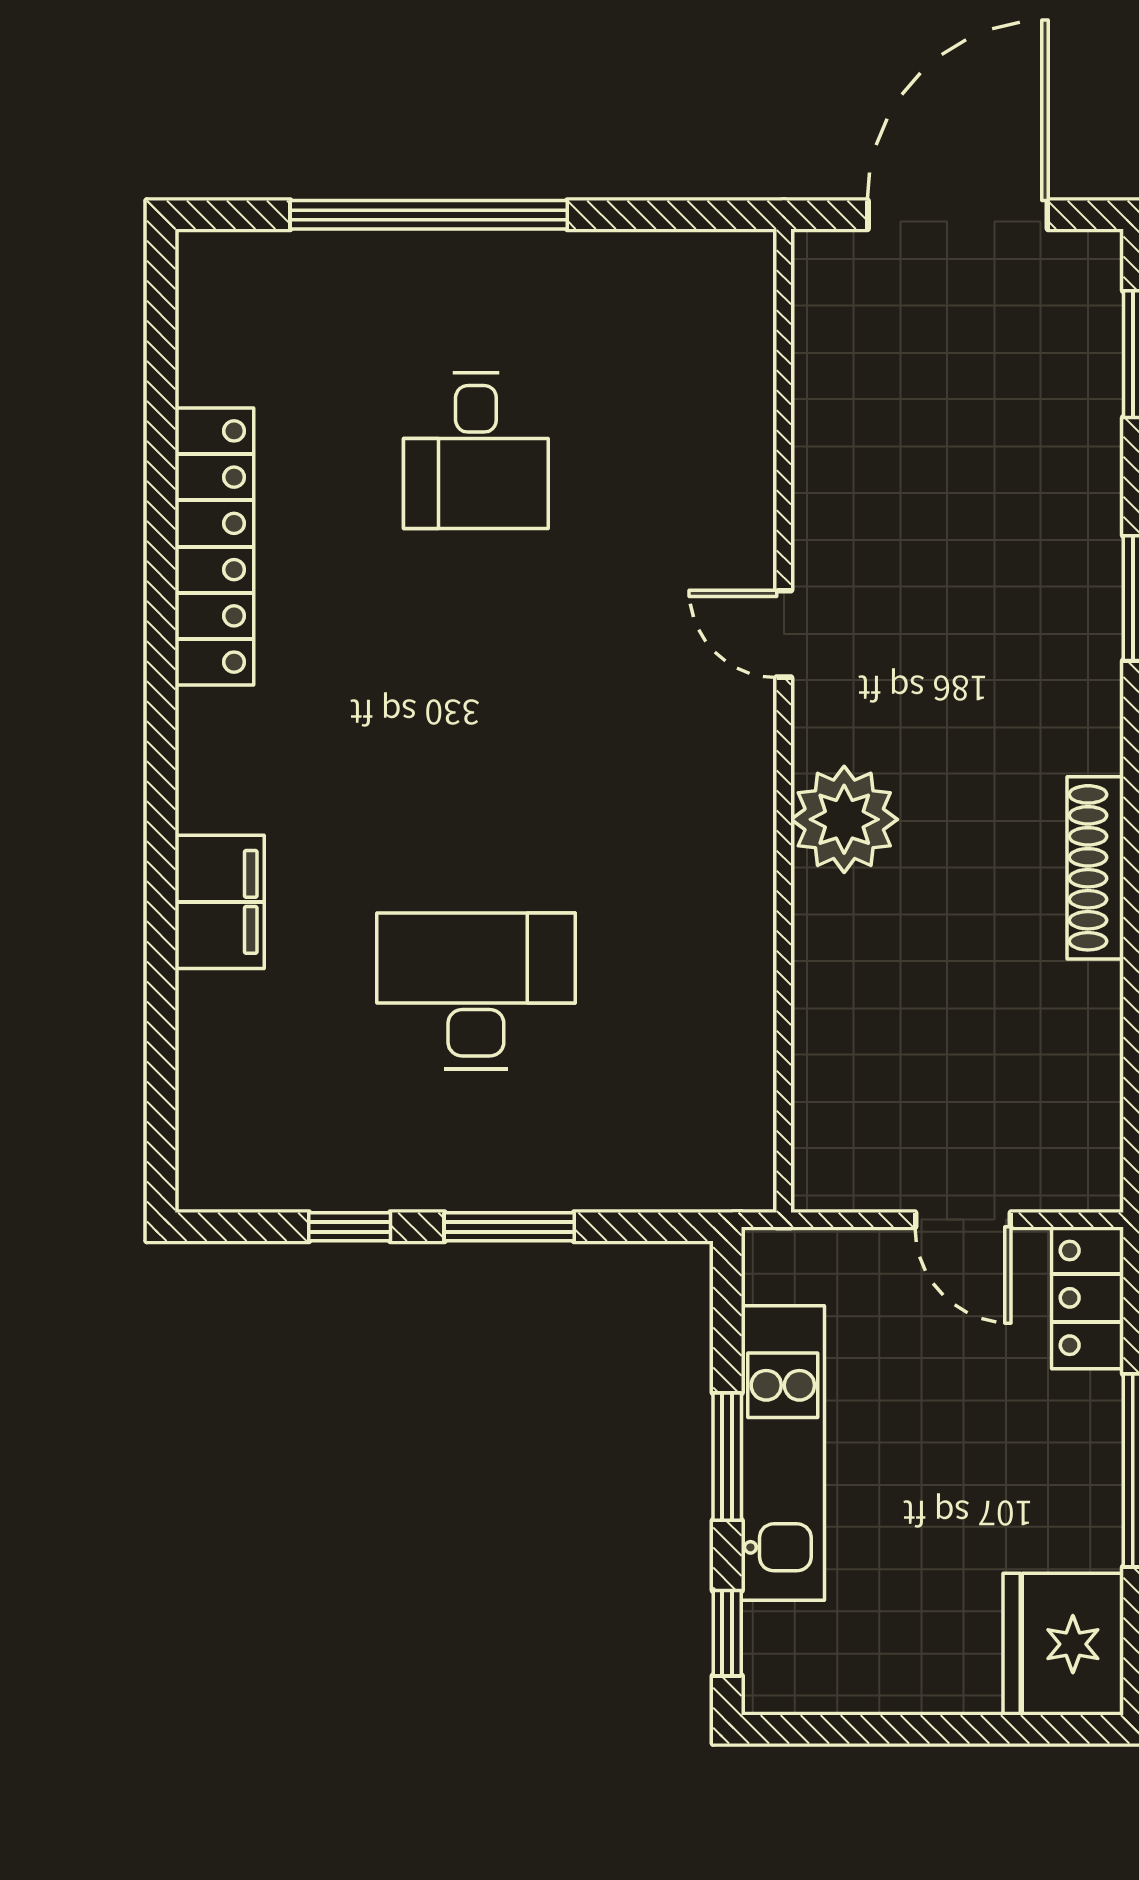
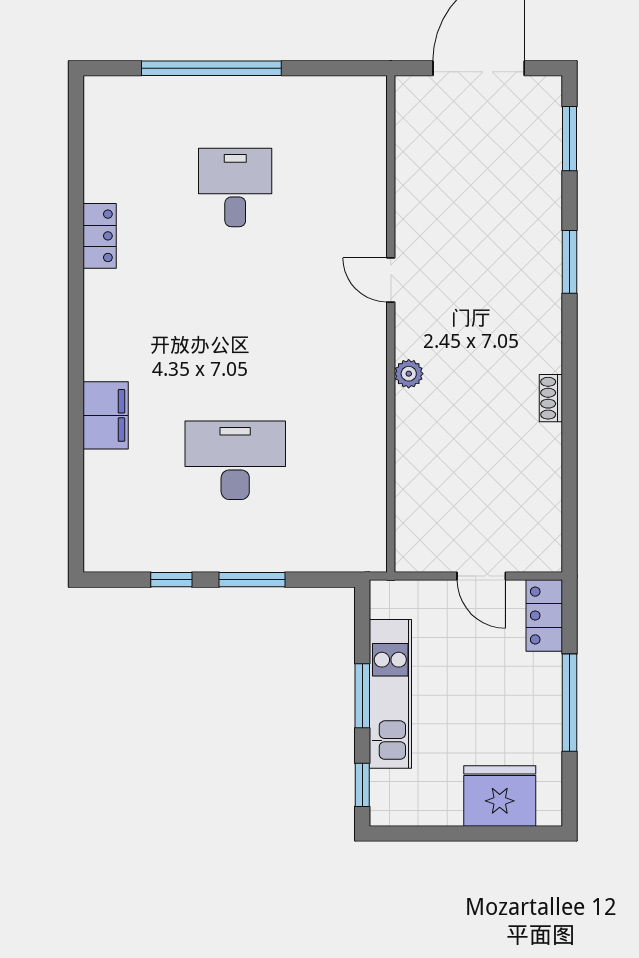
desk: (476, 451) -> (235, 187), turned 180
locker: (214, 547) -> (100, 236), width x0.46, depth x0.83
plant: (844, 819) -> (409, 374), width x0.53, depth x0.53
shoe rack: (1095, 868) -> (551, 398), width x0.51, depth x0.81
fridge: (1063, 1644) -> (500, 796), moved, turned 90

